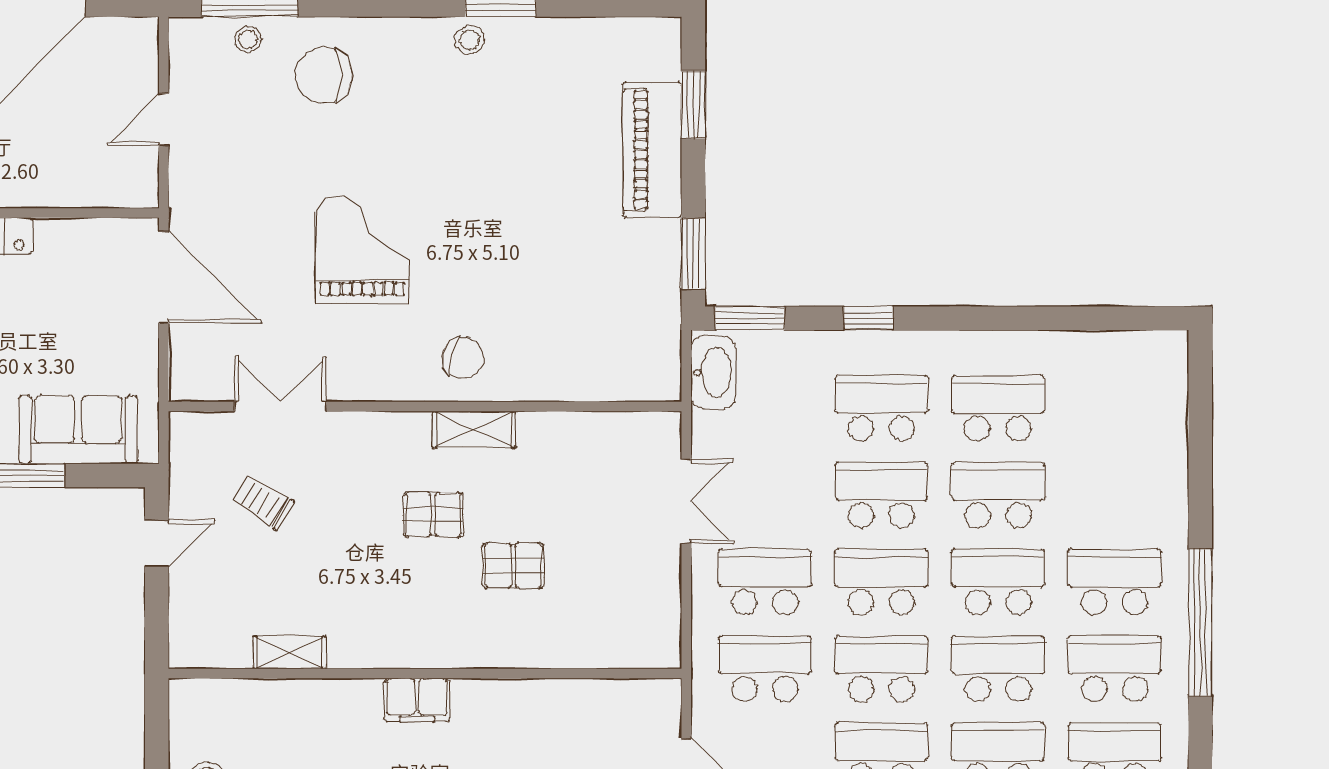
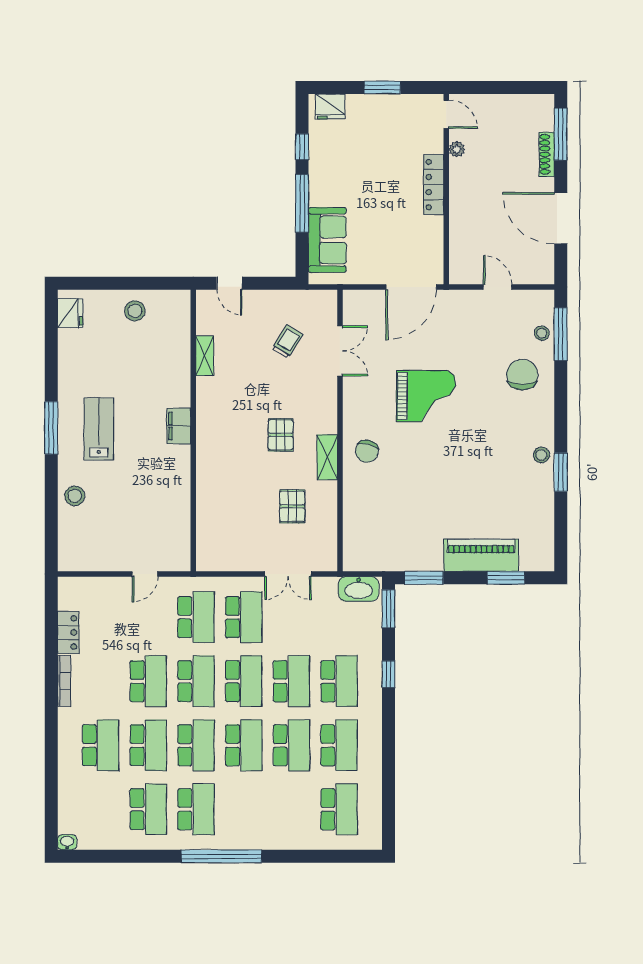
door: (157, 543) -> (229, 283), moved
pallet: (513, 566) -> (292, 506), moved
school desk: (1115, 582) -> (339, 809), moved

